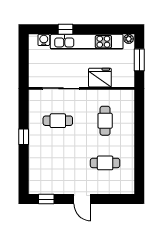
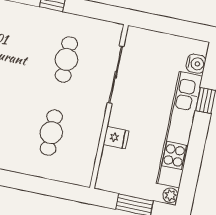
fridge: (100, 78) -> (116, 138), width x0.53, depth x0.75
cafe table: (105, 121) -> (51, 133), turned 90

